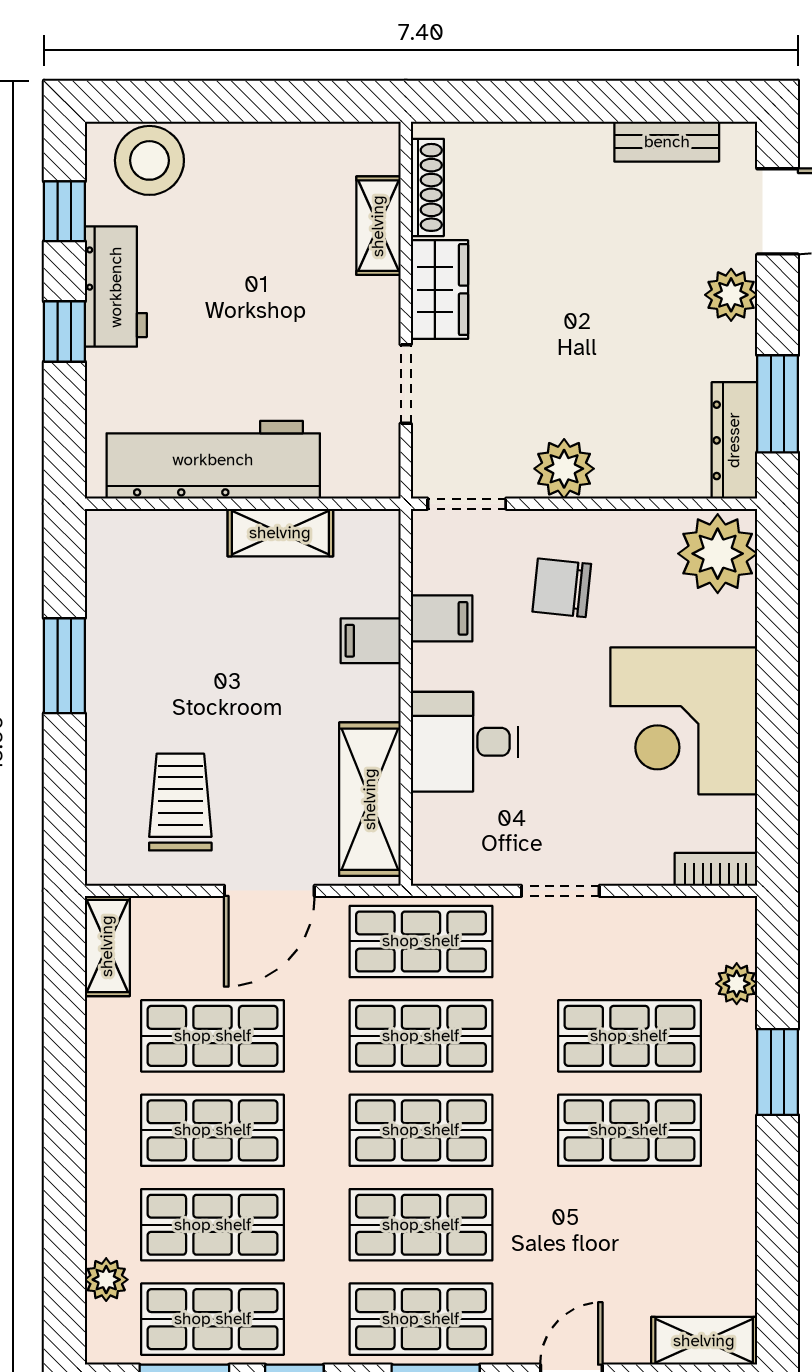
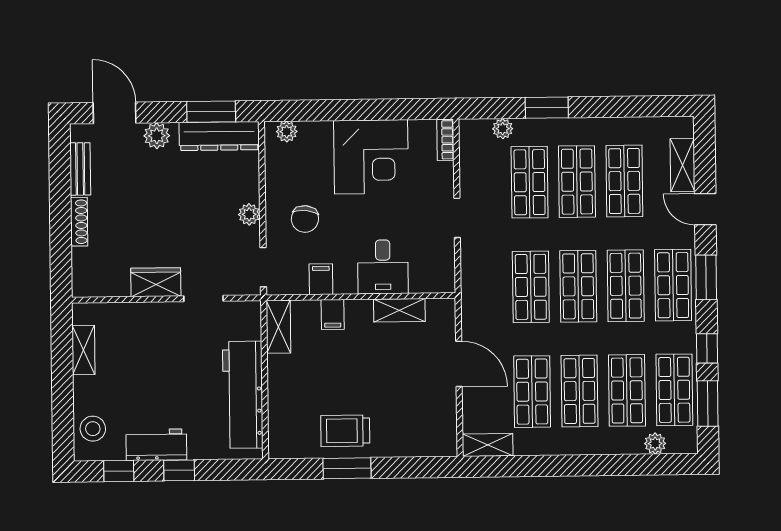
stool: (149, 160) -> (93, 429), width x0.73, depth x0.73
shoe rack: (427, 187) -> (79, 222), moved, turned 90
shelving: (378, 226) -> (83, 350), moved, turned 90
dresser: (734, 440) -> (219, 136), width x1.37, depth x1.24
plant: (564, 469) -> (249, 214), width x0.73, depth x0.73
shelving: (280, 533) -> (278, 327), moved
plant: (718, 554) -> (287, 132), width x0.53, depth x0.53
shelving: (370, 799) -> (399, 310), width x0.67, depth x0.75
trolley: (180, 802) -> (345, 431), moved
shop shelf: (421, 941) -> (624, 181), moved
shelving: (704, 1341) -> (682, 165), moved

